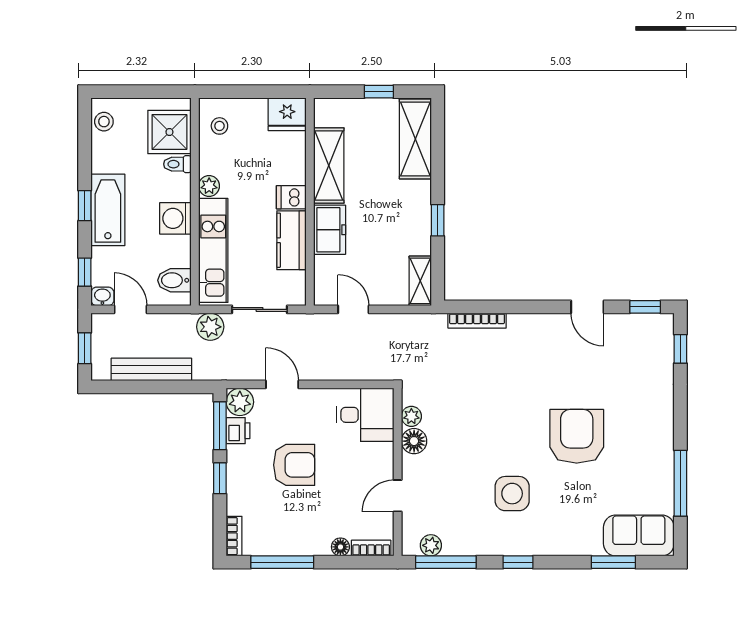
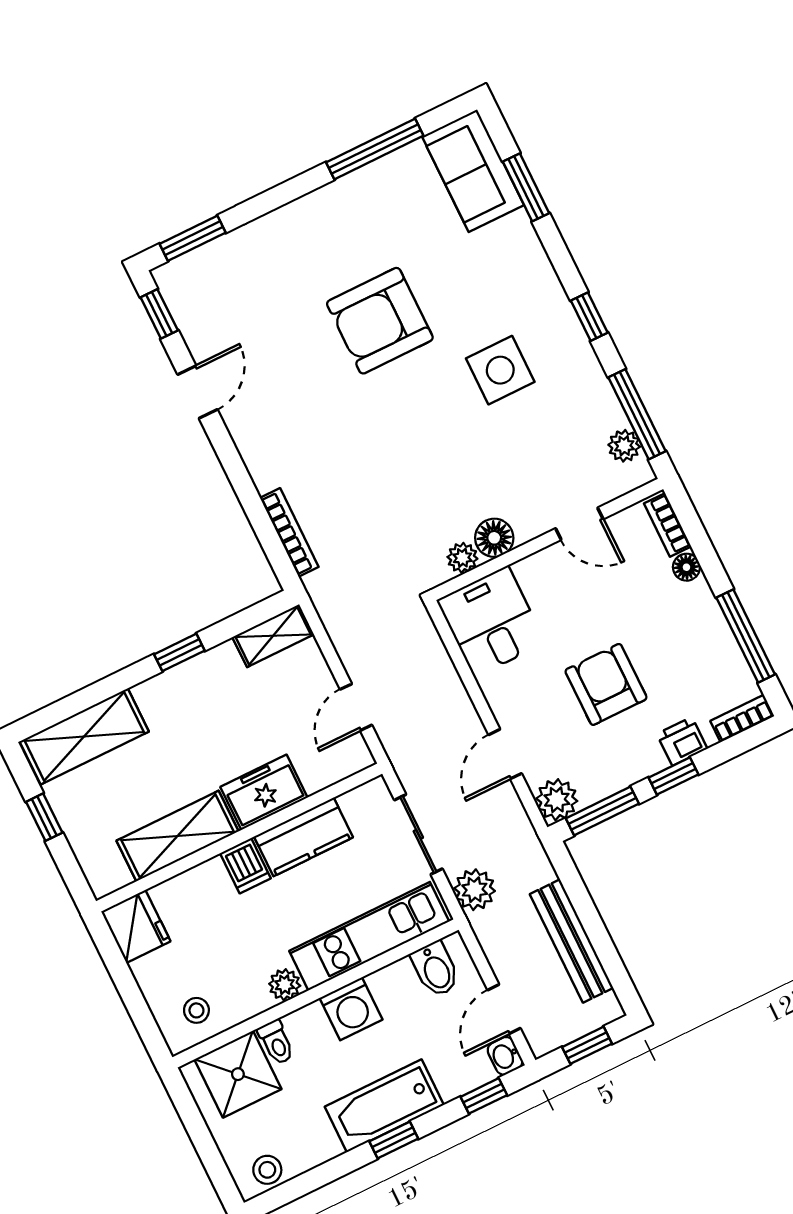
window: (680, 349) -> (193, 238), width x1.50
printer: (238, 431) -> (682, 741), moved

